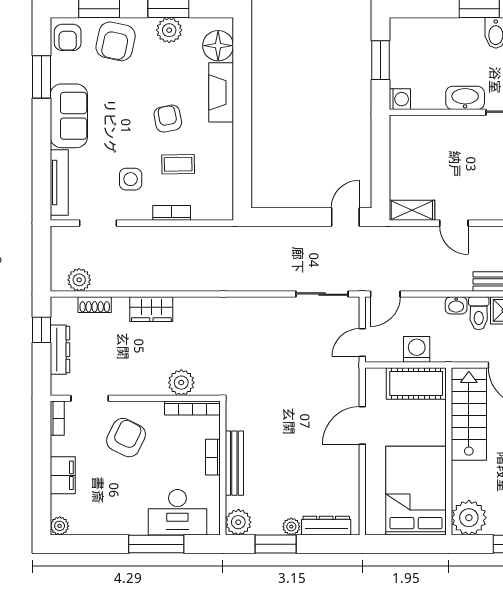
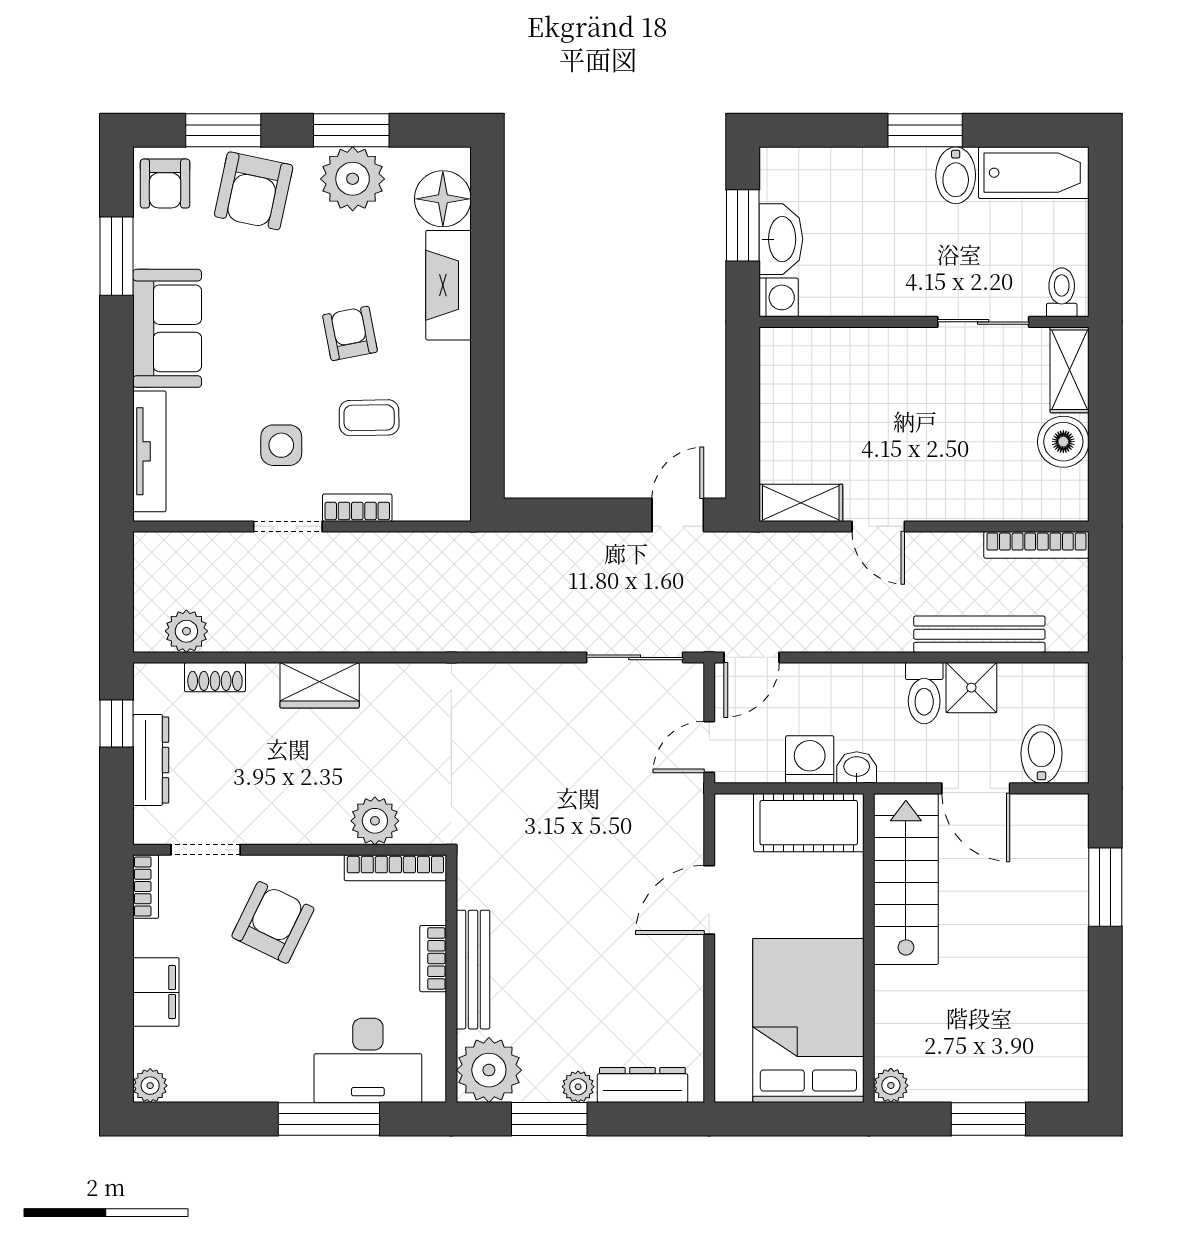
plant: (169, 30) -> (353, 179), width x1.36, depth x1.36
washbasin: (465, 98) -> (781, 239), moved, turned 90
doorway: (98, 223) -> (288, 526), moved
washbasin: (456, 305) -> (857, 767), moved, turned 180
plant: (469, 518) -> (891, 1085), width x0.53, depth x0.53
plant: (238, 522) -> (489, 1070), width x1.36, depth x1.36

